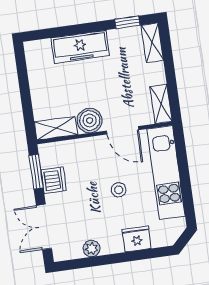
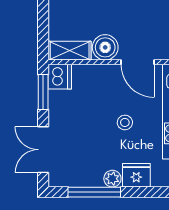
dishwasher: (54, 180) -> (60, 77), moved
plant: (92, 249) -> (112, 179), moved
window: (99, 261) -> (94, 192), added

